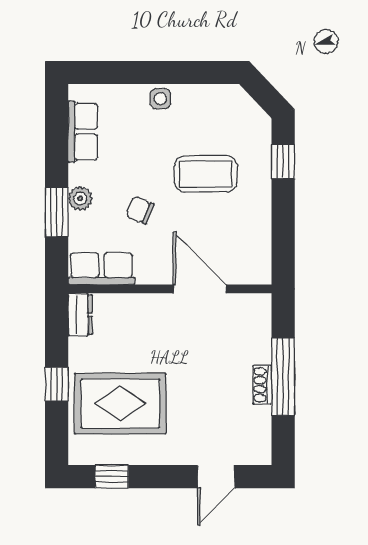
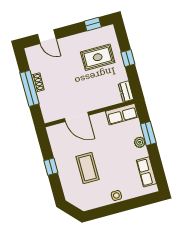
window: (283, 161) -> (51, 167), moved
coffee table: (206, 174) -> (88, 168), turned 90
chair: (140, 210) -> (112, 144), removed
rug: (120, 404) -> (98, 57), width x0.73, depth x0.70
door: (216, 477) -> (47, 37), swing flipped

